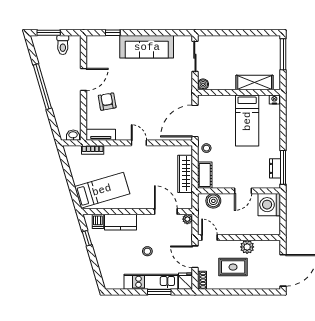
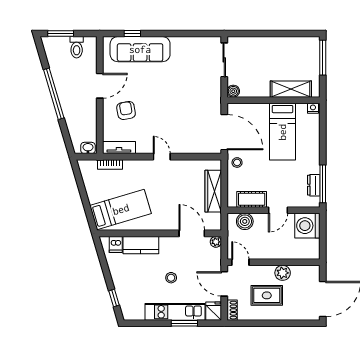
sofa: (147, 47) -> (140, 49), moved
door: (195, 121) -> (224, 132), swing flipped
cot: (205, 175) -> (252, 199), moved, turned 90
window: (87, 238) -> (114, 298), moved

